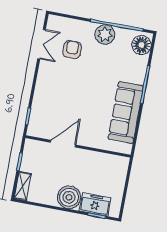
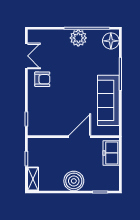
armchair: (72, 50) -> (42, 79), moved, turned 90
door: (63, 144) -> (80, 137), moved
freezer: (95, 204) -> (111, 153), moved, turned -90

